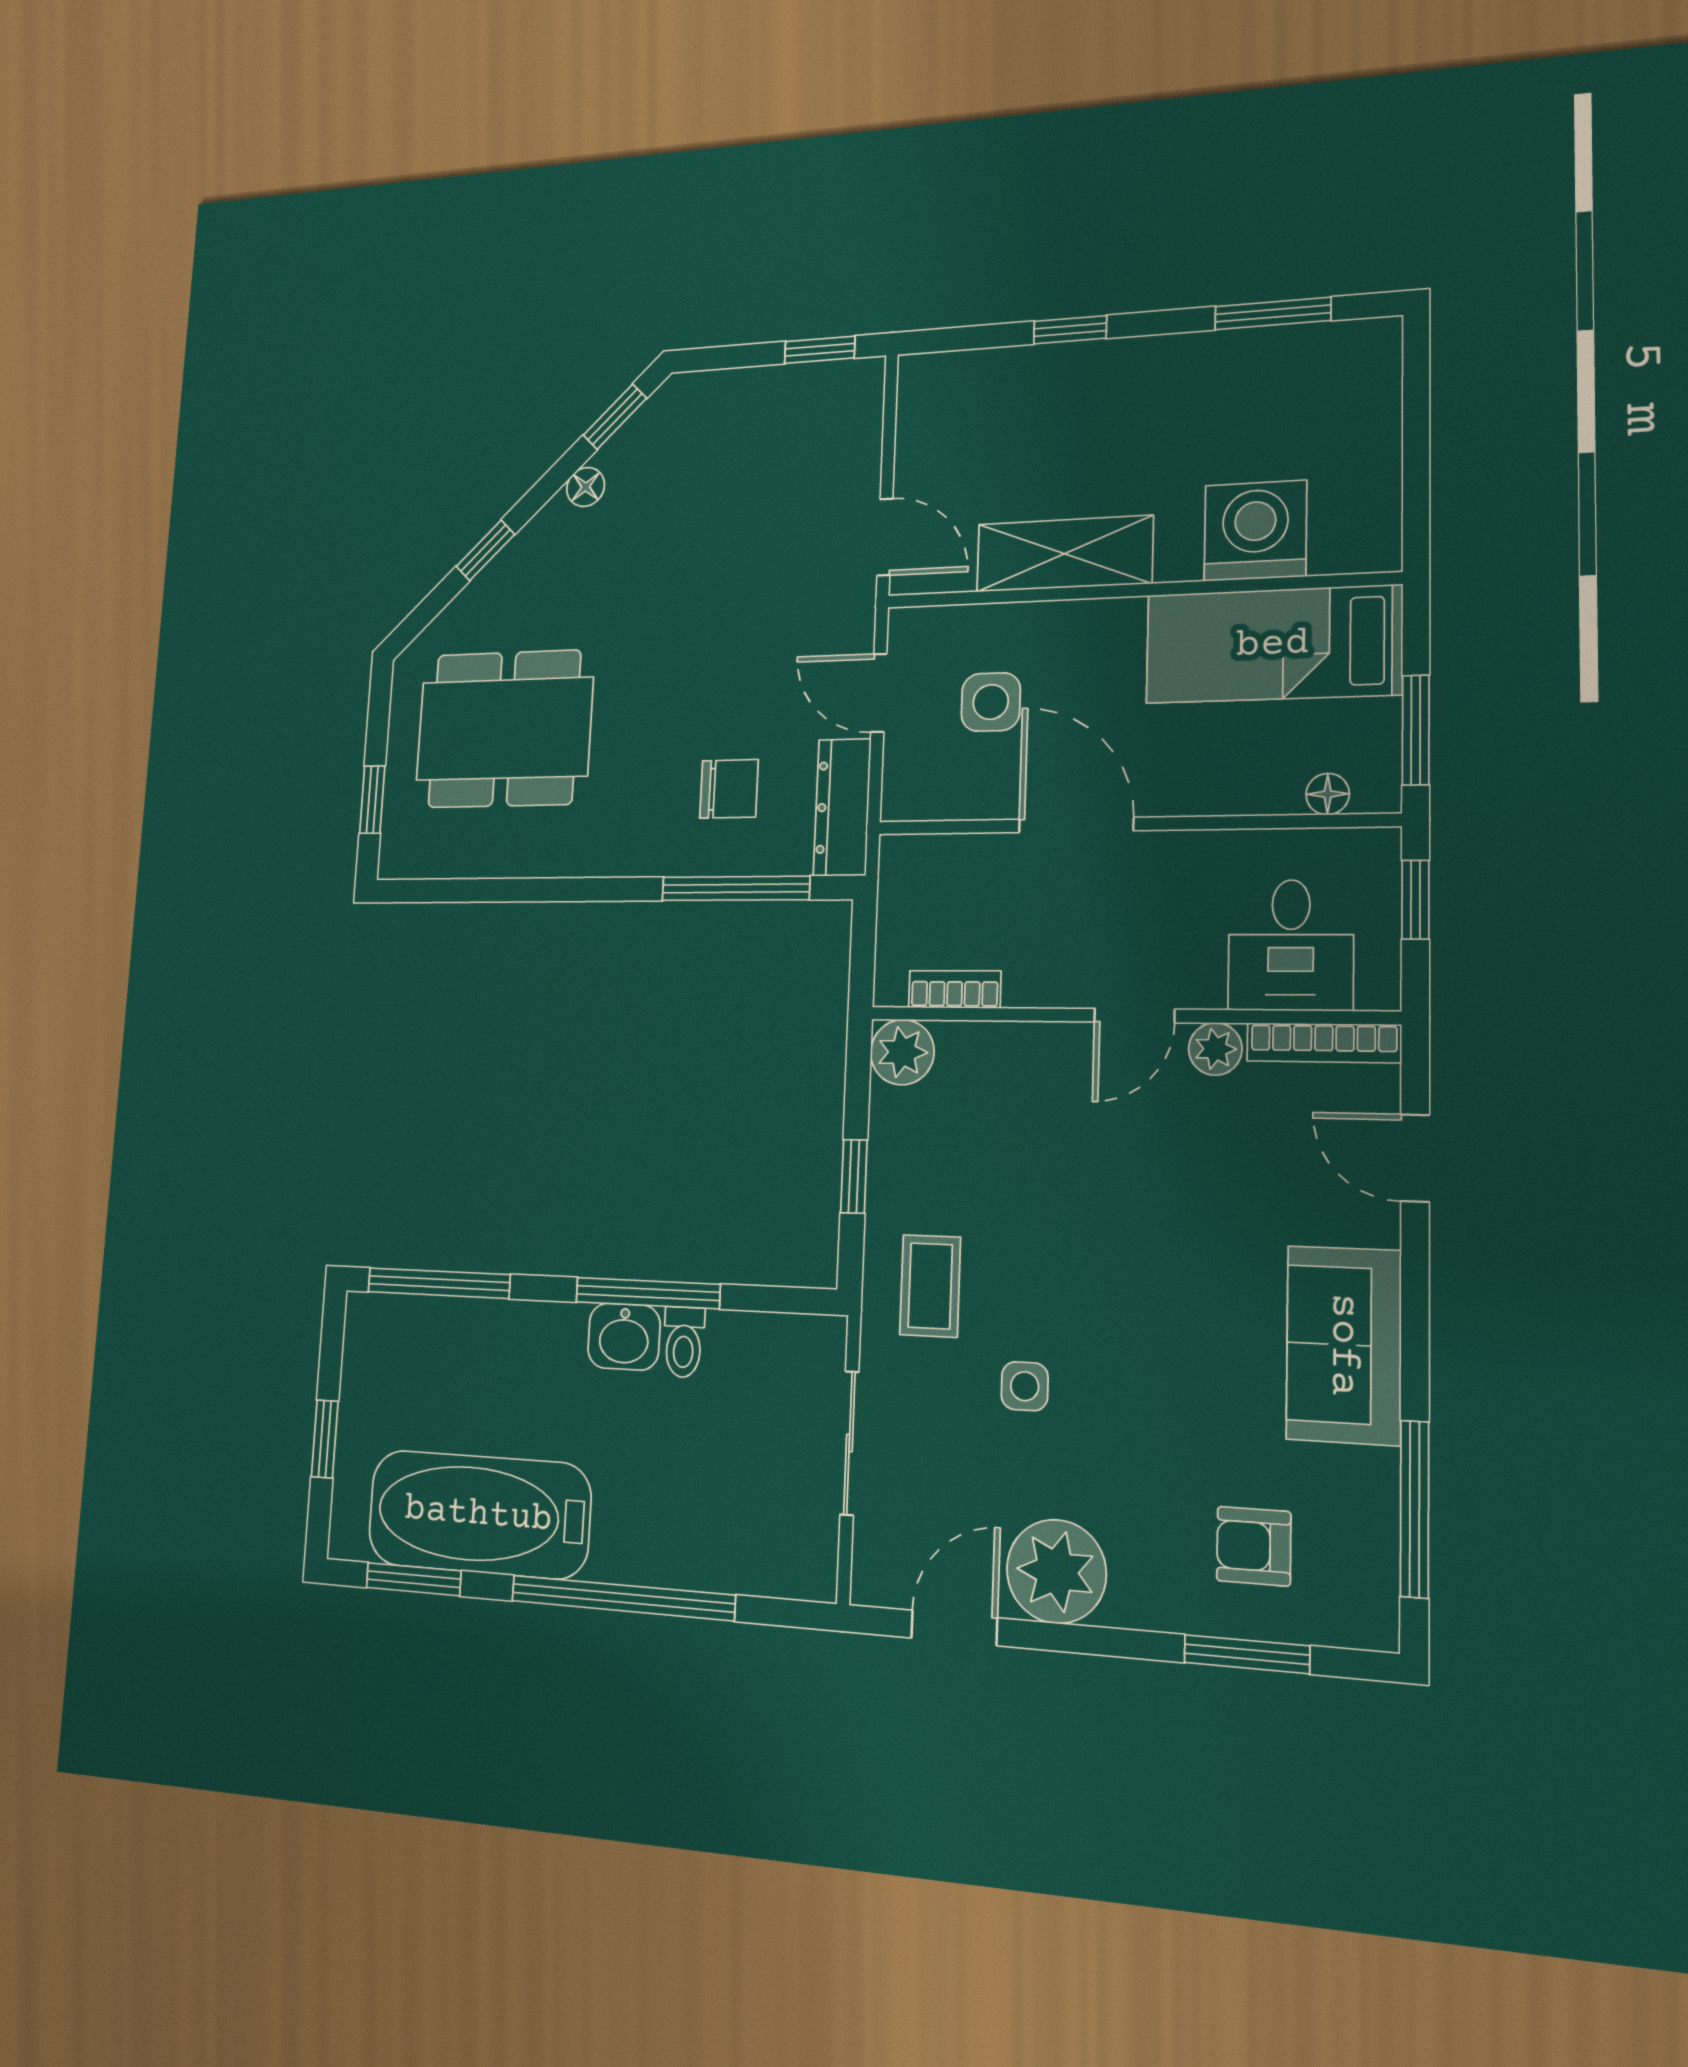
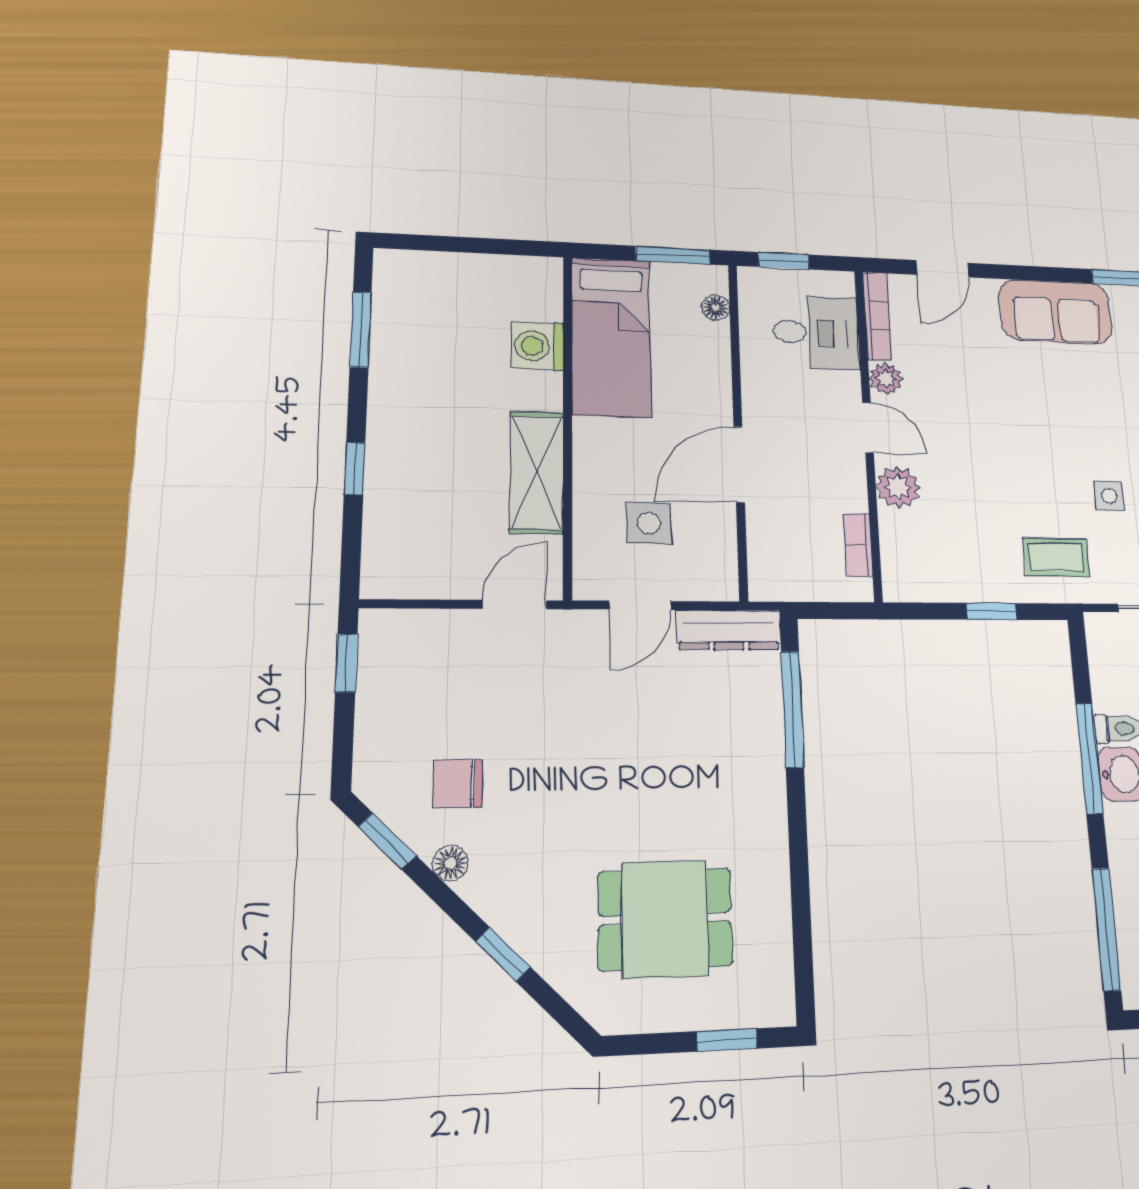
washing machine: (1255, 531) -> (537, 346), width x0.73, depth x0.73
dining table: (504, 729) -> (665, 919), width x0.73
chair: (729, 789) -> (458, 784), moved, turned -90
plant: (902, 1052) -> (898, 487), moved

